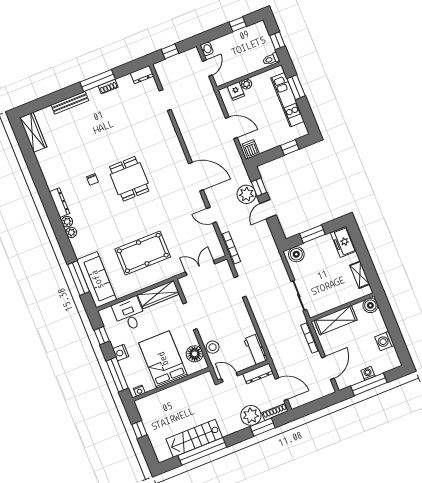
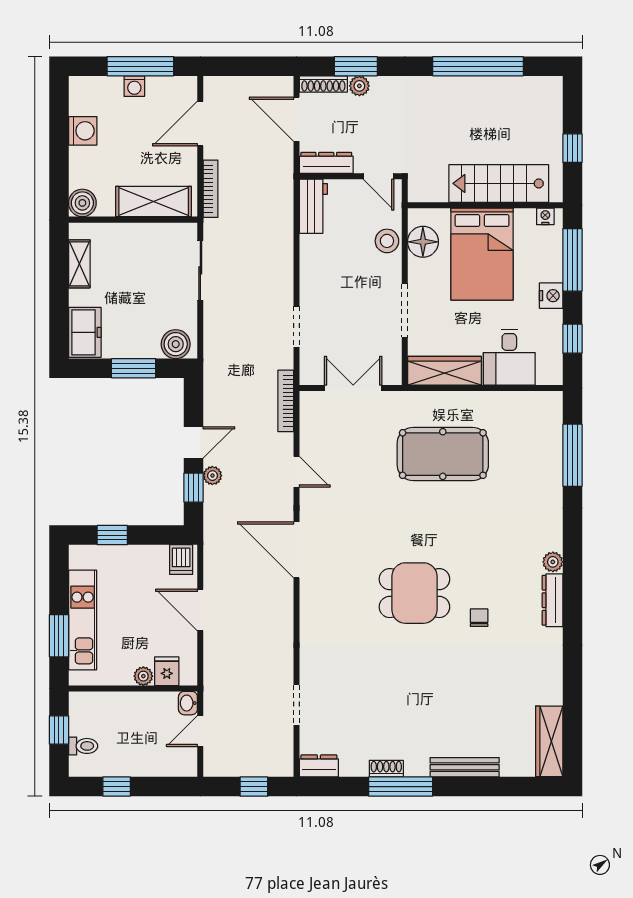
washbasin: (207, 49) -> (188, 703), moved
toilet: (271, 59) -> (83, 746), moved
dining table: (129, 179) -> (414, 593), turned 90
plant: (246, 194) -> (212, 476), width x0.53, depth x0.53
plant: (71, 232) -> (553, 540), removed
double door: (200, 268) -> (353, 388), swing flipped
sofa: (97, 280) -> (542, 440), removed
plant: (251, 415) -> (359, 86), width x0.53, depth x0.53
stairs: (194, 438) -> (499, 183), moved, turned 180

